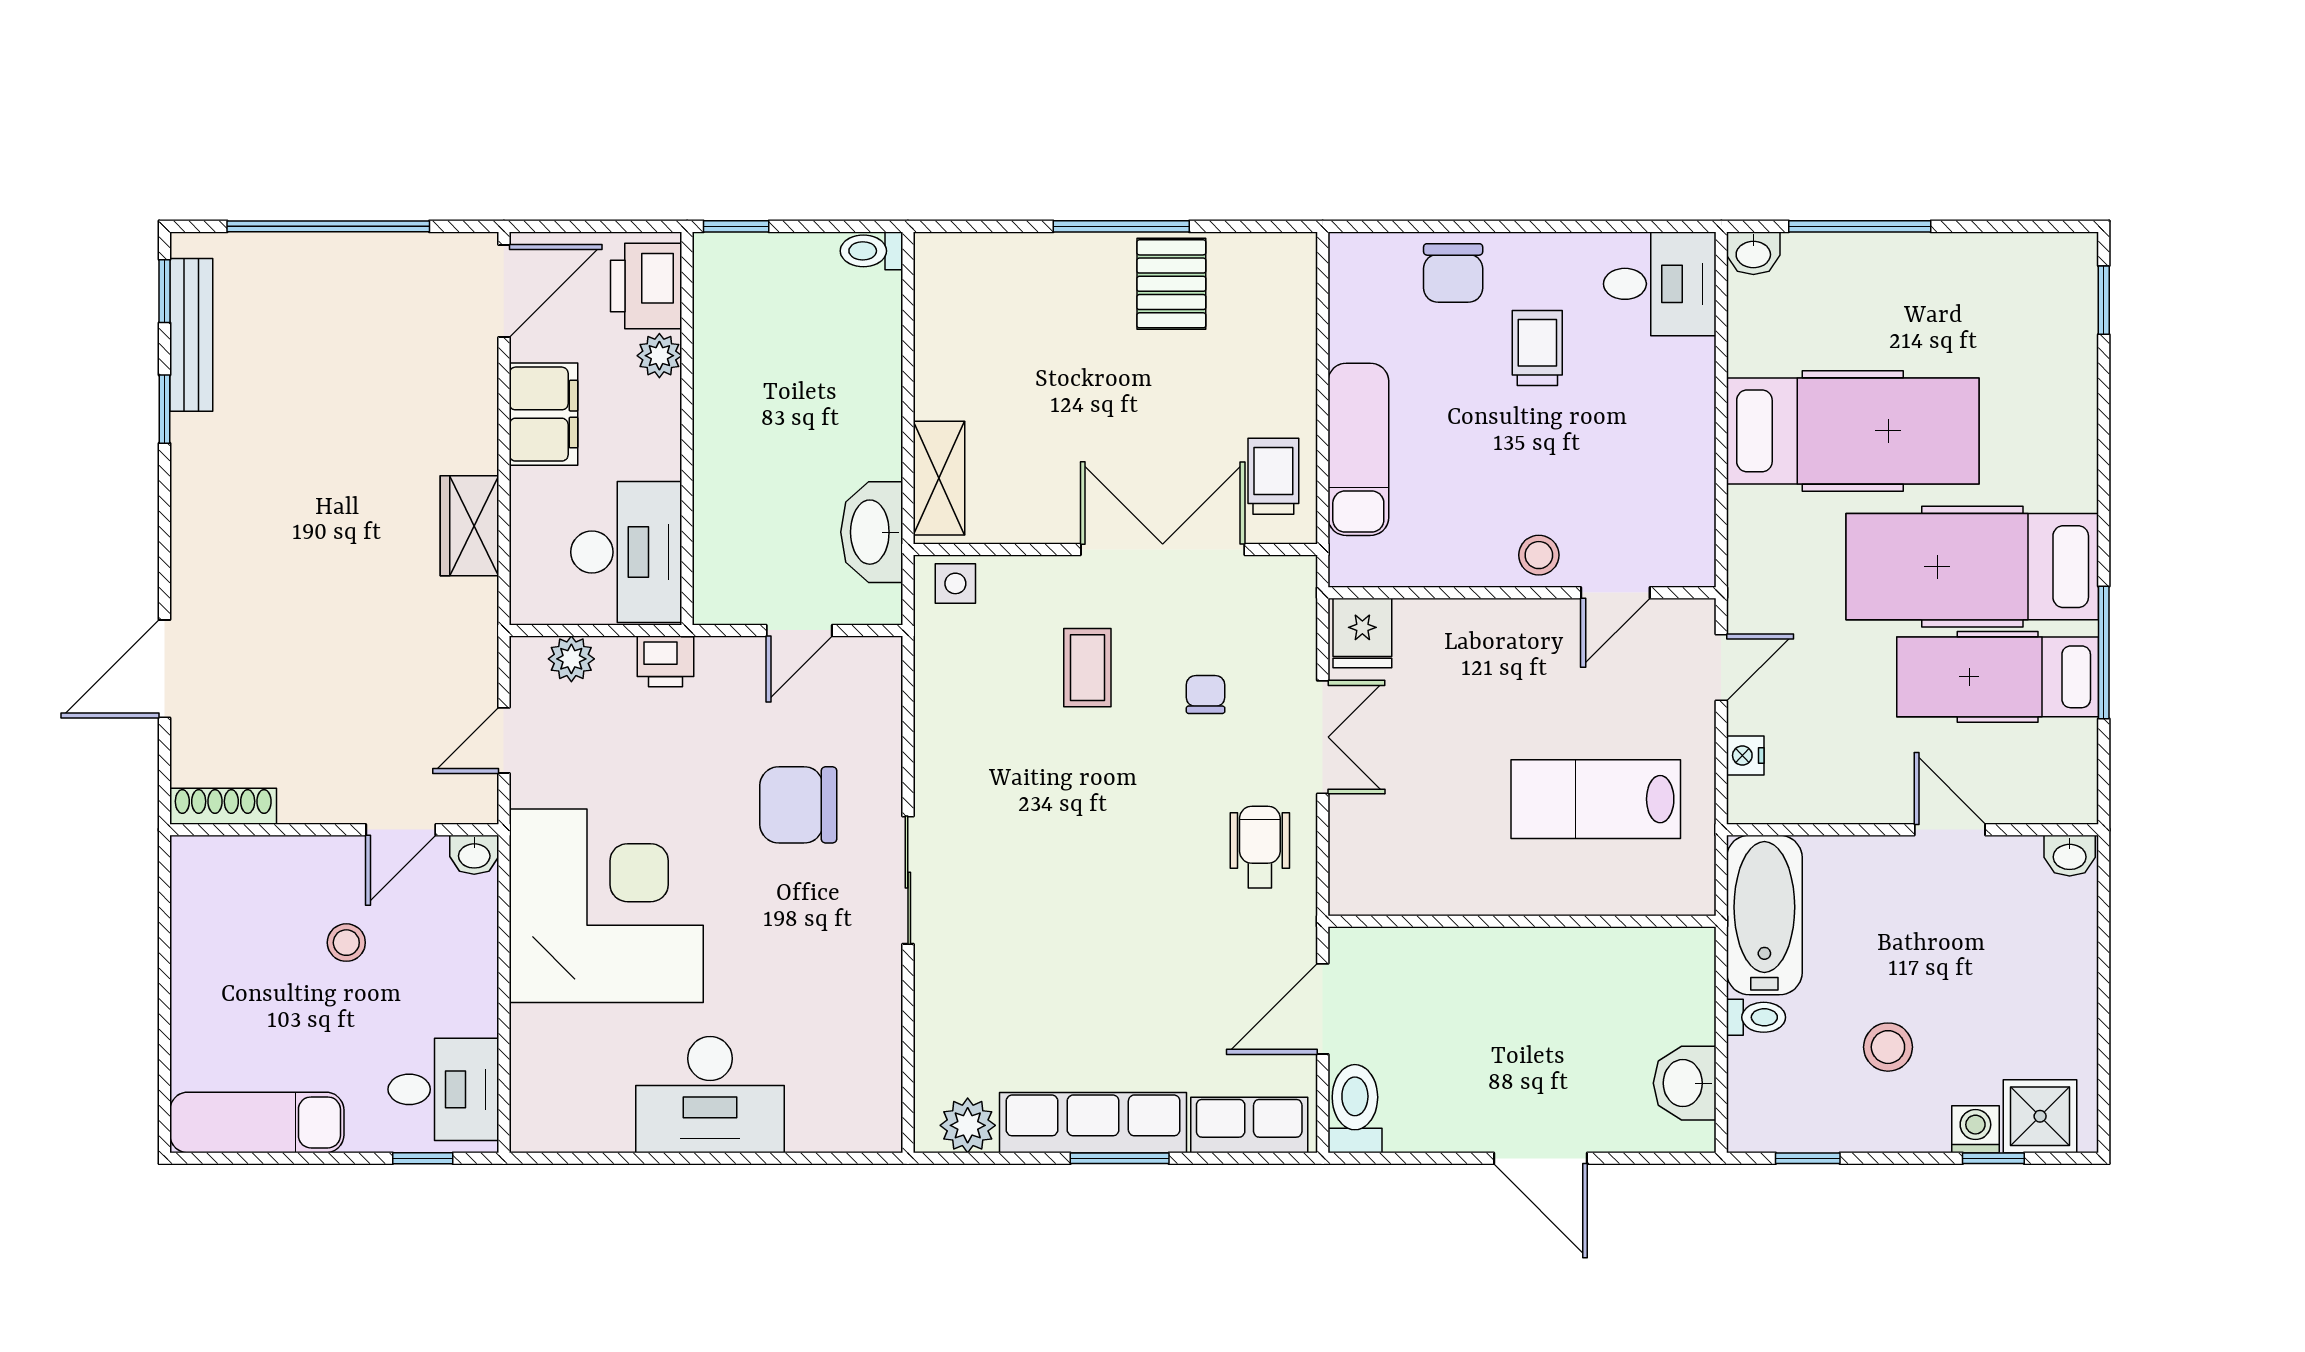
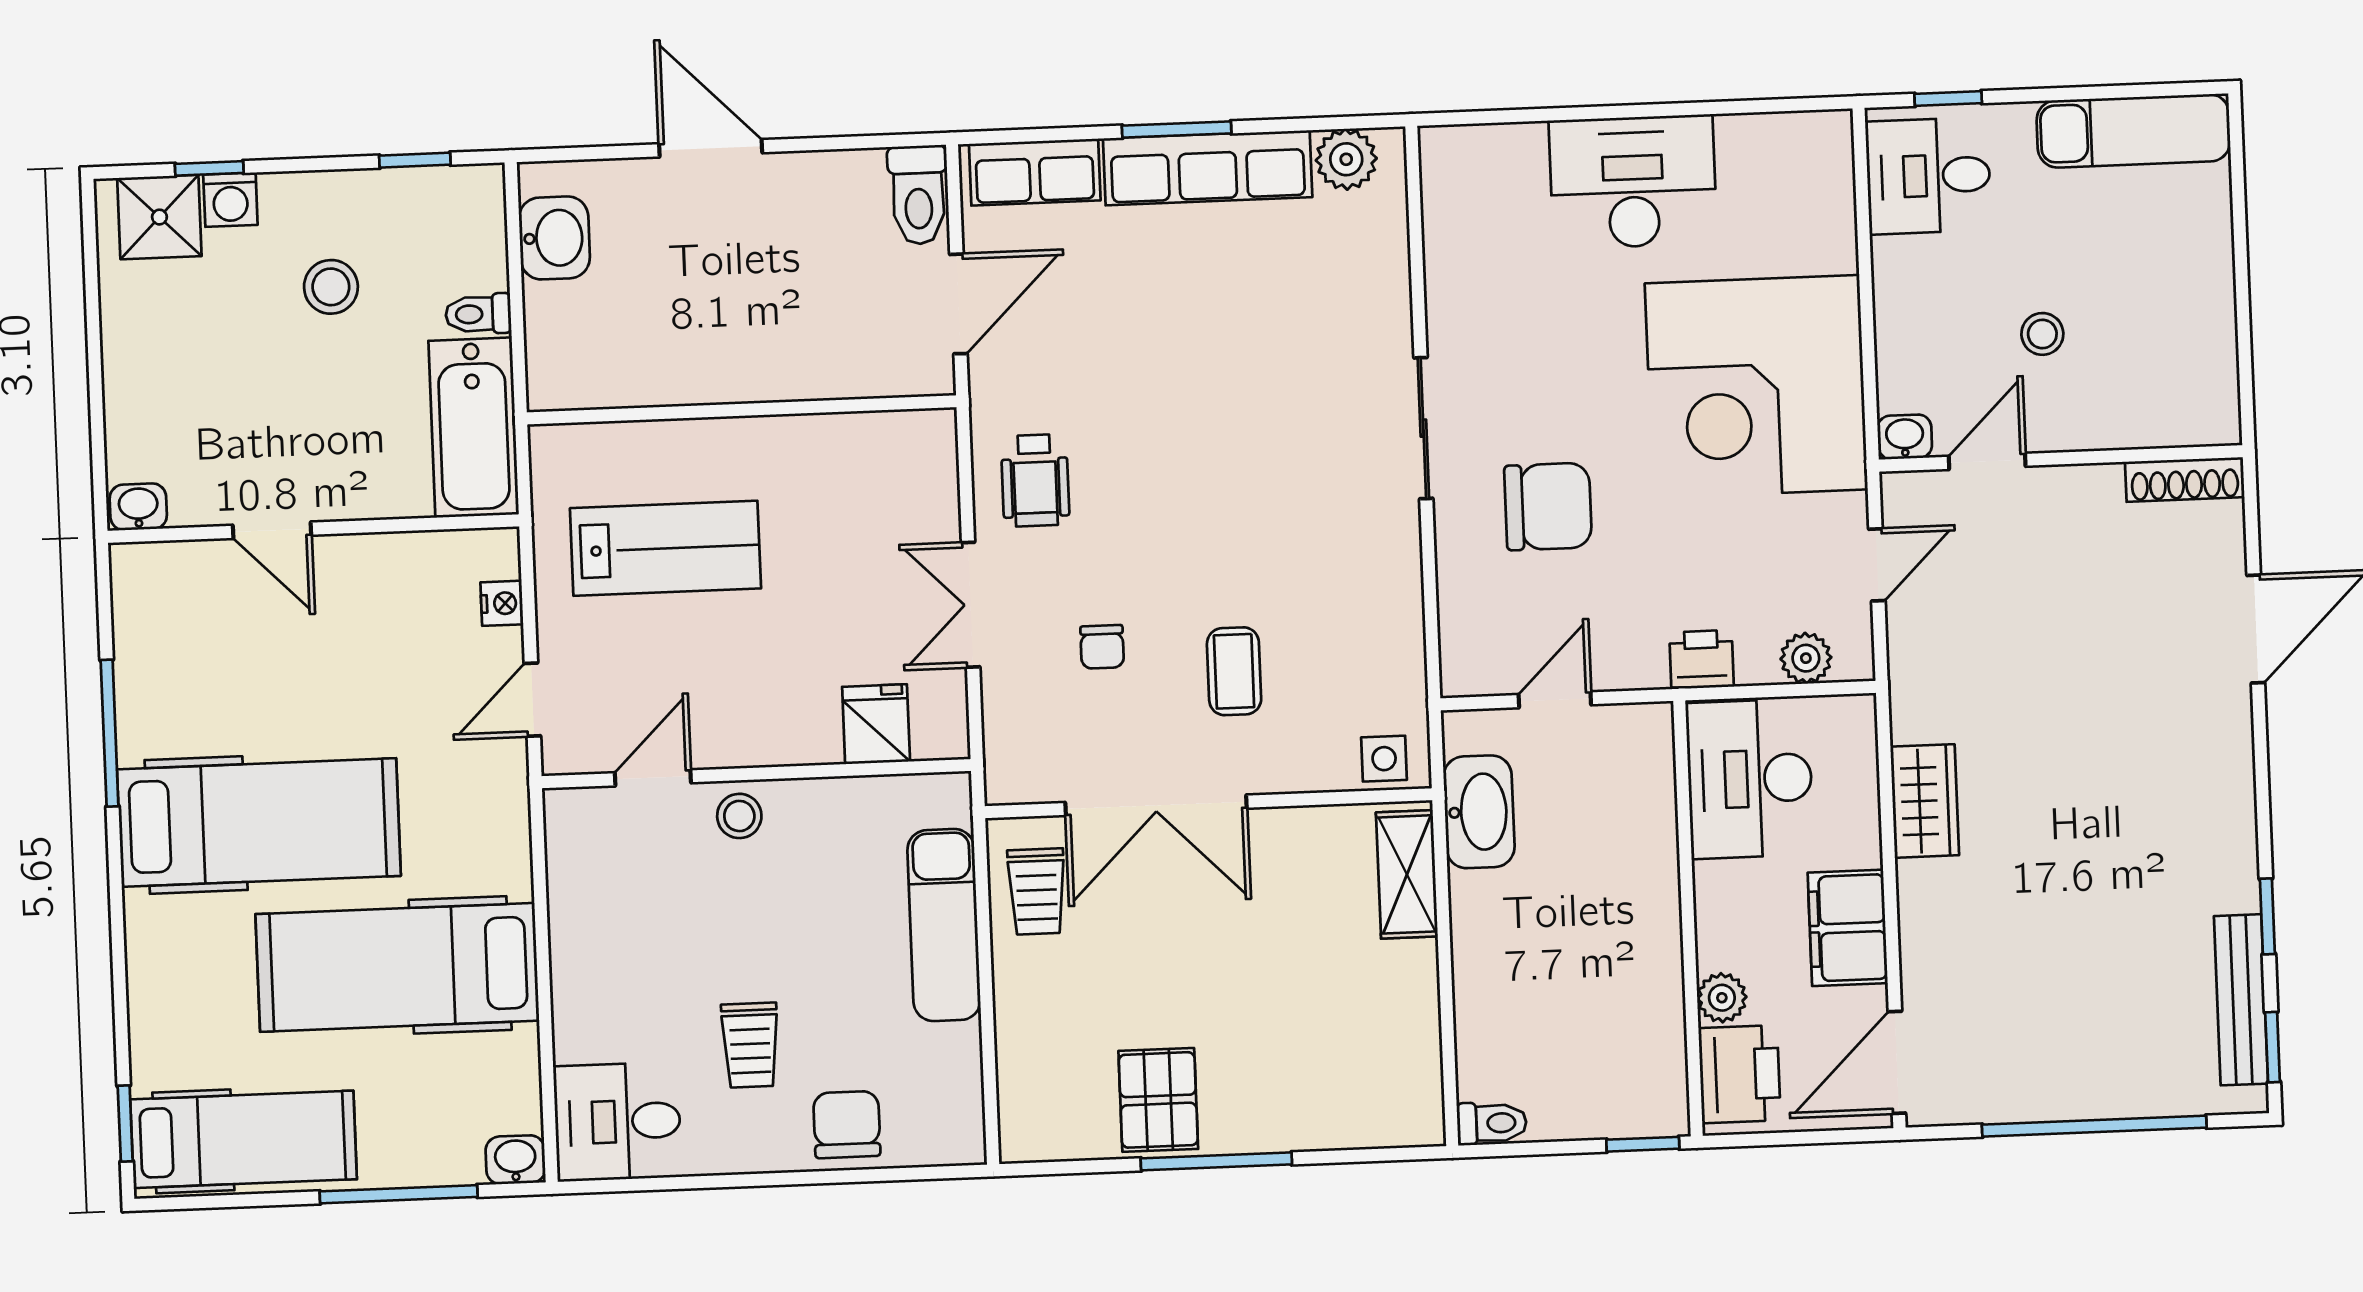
fridge: (1362, 633) -> (876, 724), moved
hospital bed: (1998, 677) -> (244, 1139), moved

